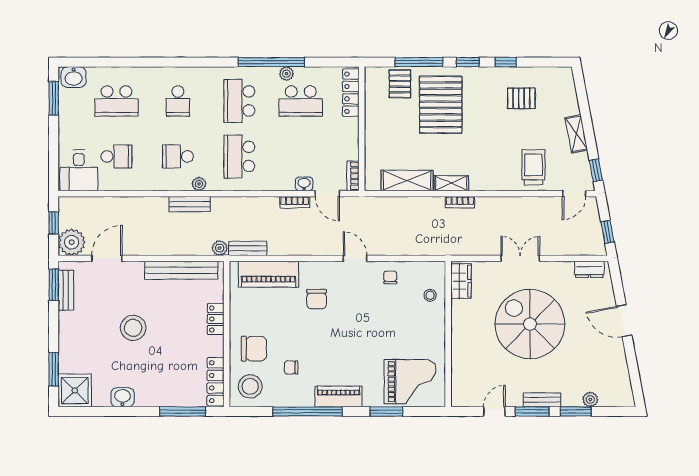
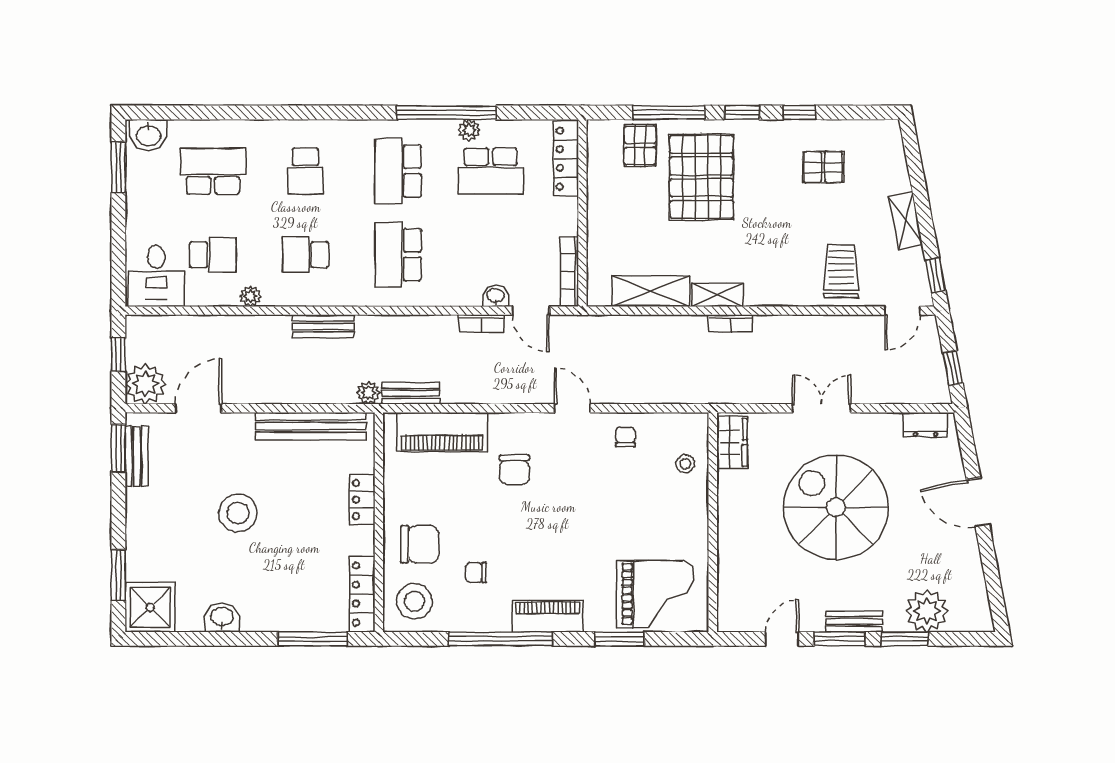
school desk: (116, 101) -> (213, 171), turned 180
bookcase: (353, 176) -> (569, 272), width x1.56
plant: (199, 184) -> (250, 296), moved
plant: (590, 399) -> (927, 611), width x1.87, depth x1.87

